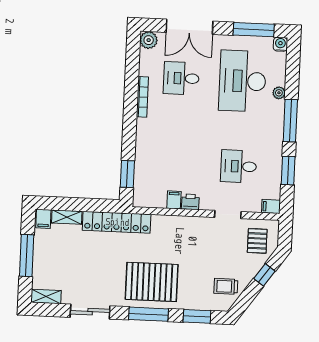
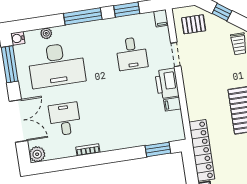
desk: (181, 78) -> (65, 119), turned 180
plant: (279, 93) -> (46, 33), moved
bookcase: (142, 97) -> (88, 150), width x0.64
printer: (190, 202) -> (167, 83), width x1.87, depth x1.48

